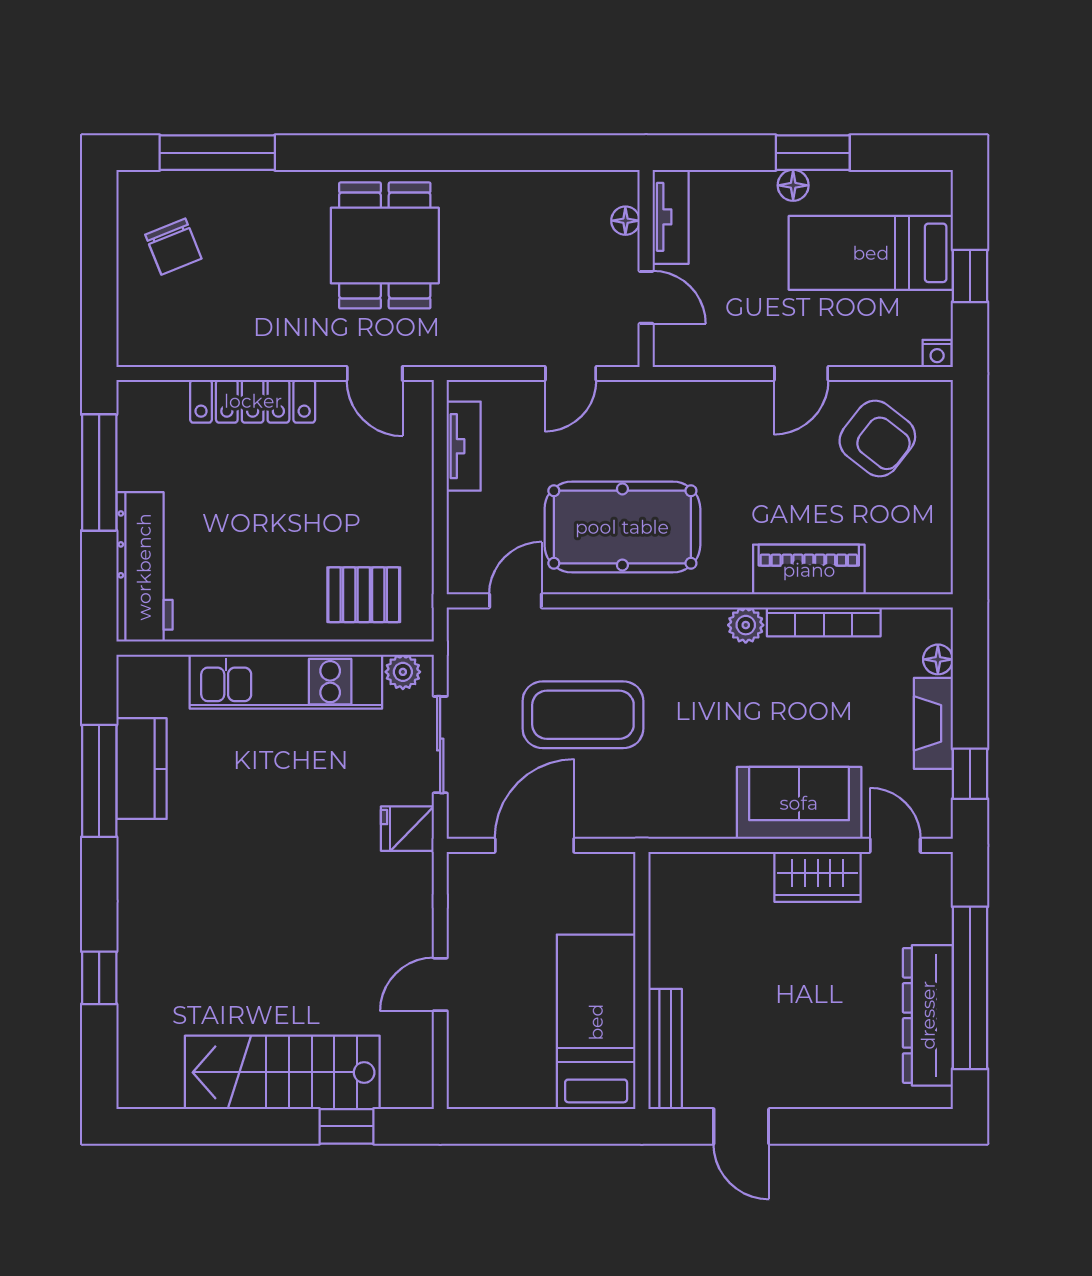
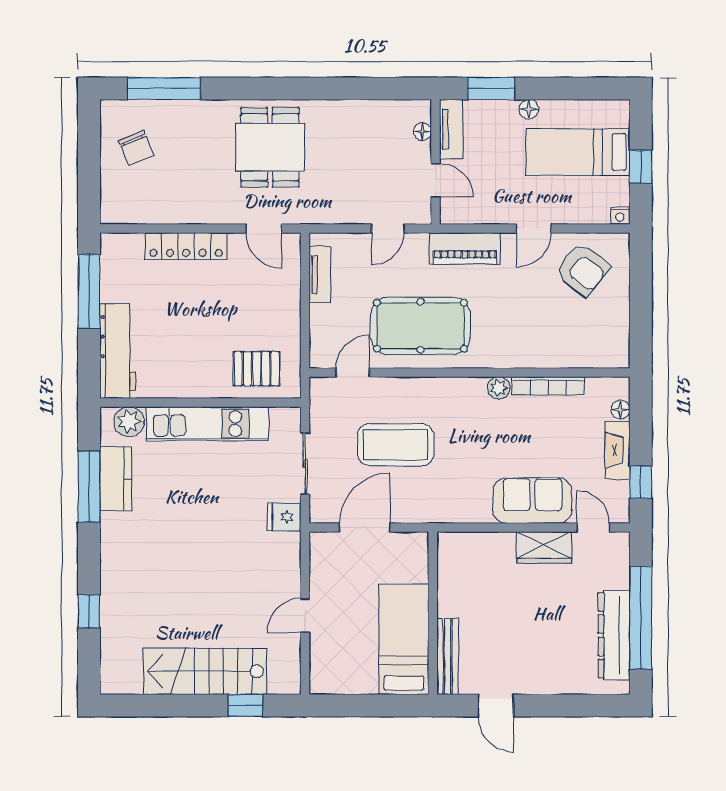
window: (813, 153) -> (491, 88), moved
piano: (809, 570) -> (465, 248), moved, turned 180
plant: (403, 672) -> (129, 422), moved, width x1.38, depth x1.38

